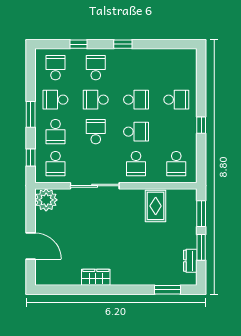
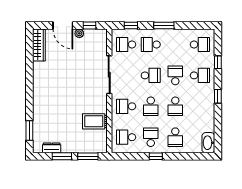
washbasin: (183, 57) -> (208, 143), added
school desk: (55, 100) -> (151, 137), moved
plant: (46, 200) -> (79, 33), moved, width x0.53, depth x0.53
window: (31, 211) -> (89, 25), added
door: (31, 246) -> (63, 25), hinge flipped
wardrobe: (96, 277) -> (39, 45), moved, width x1.50

